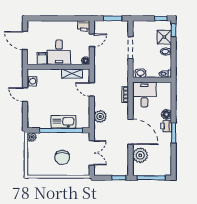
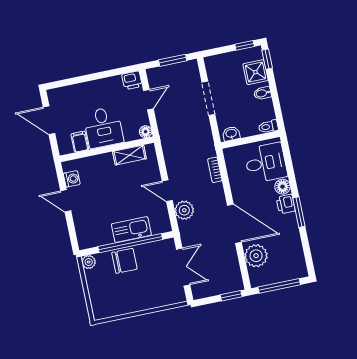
door: (92, 89) -> (167, 191), moved
desk: (144, 95) -> (266, 163), moved, turned 90
chair: (62, 157) -> (124, 261), moved, turned -90

